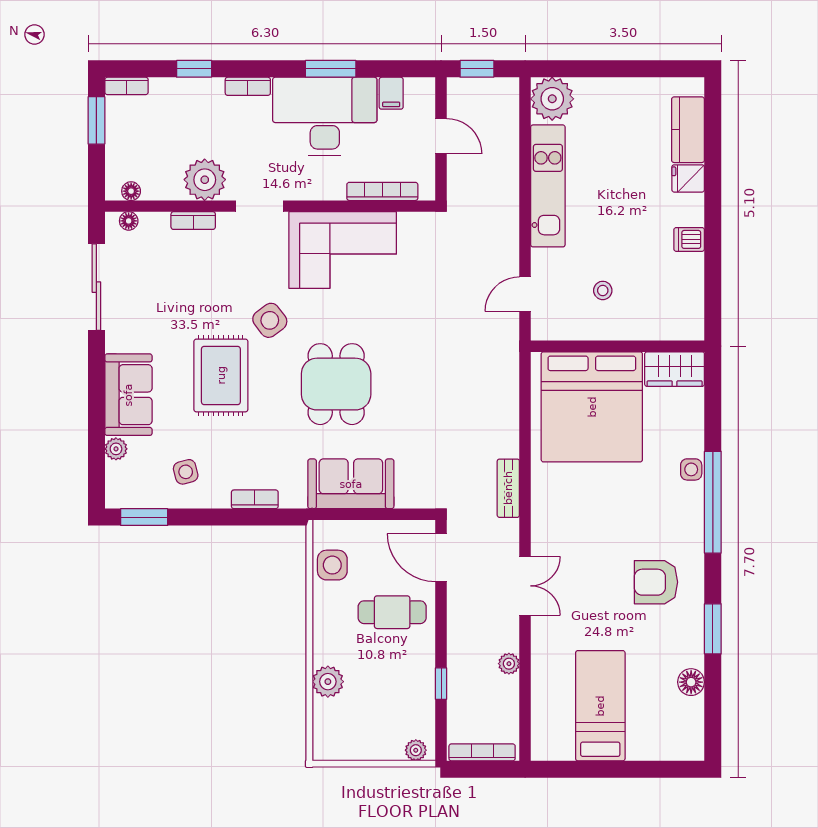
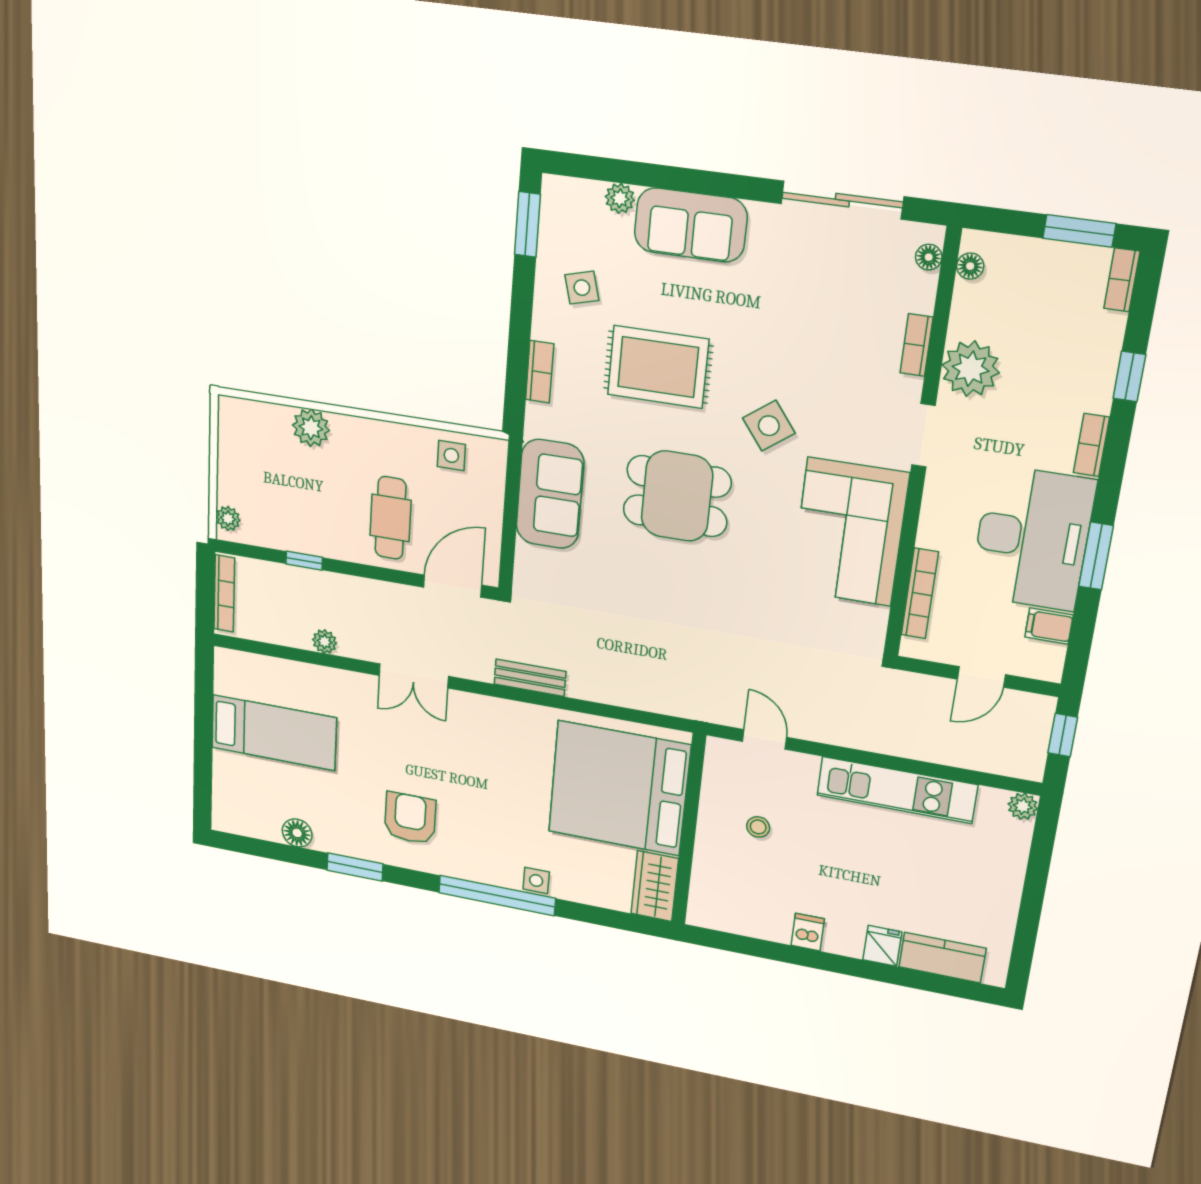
plant: (552, 99) -> (1023, 806), width x0.53, depth x0.53
rug: (221, 375) -> (658, 367), moved
side table: (332, 565) -> (451, 455), width x0.73, depth x0.73

